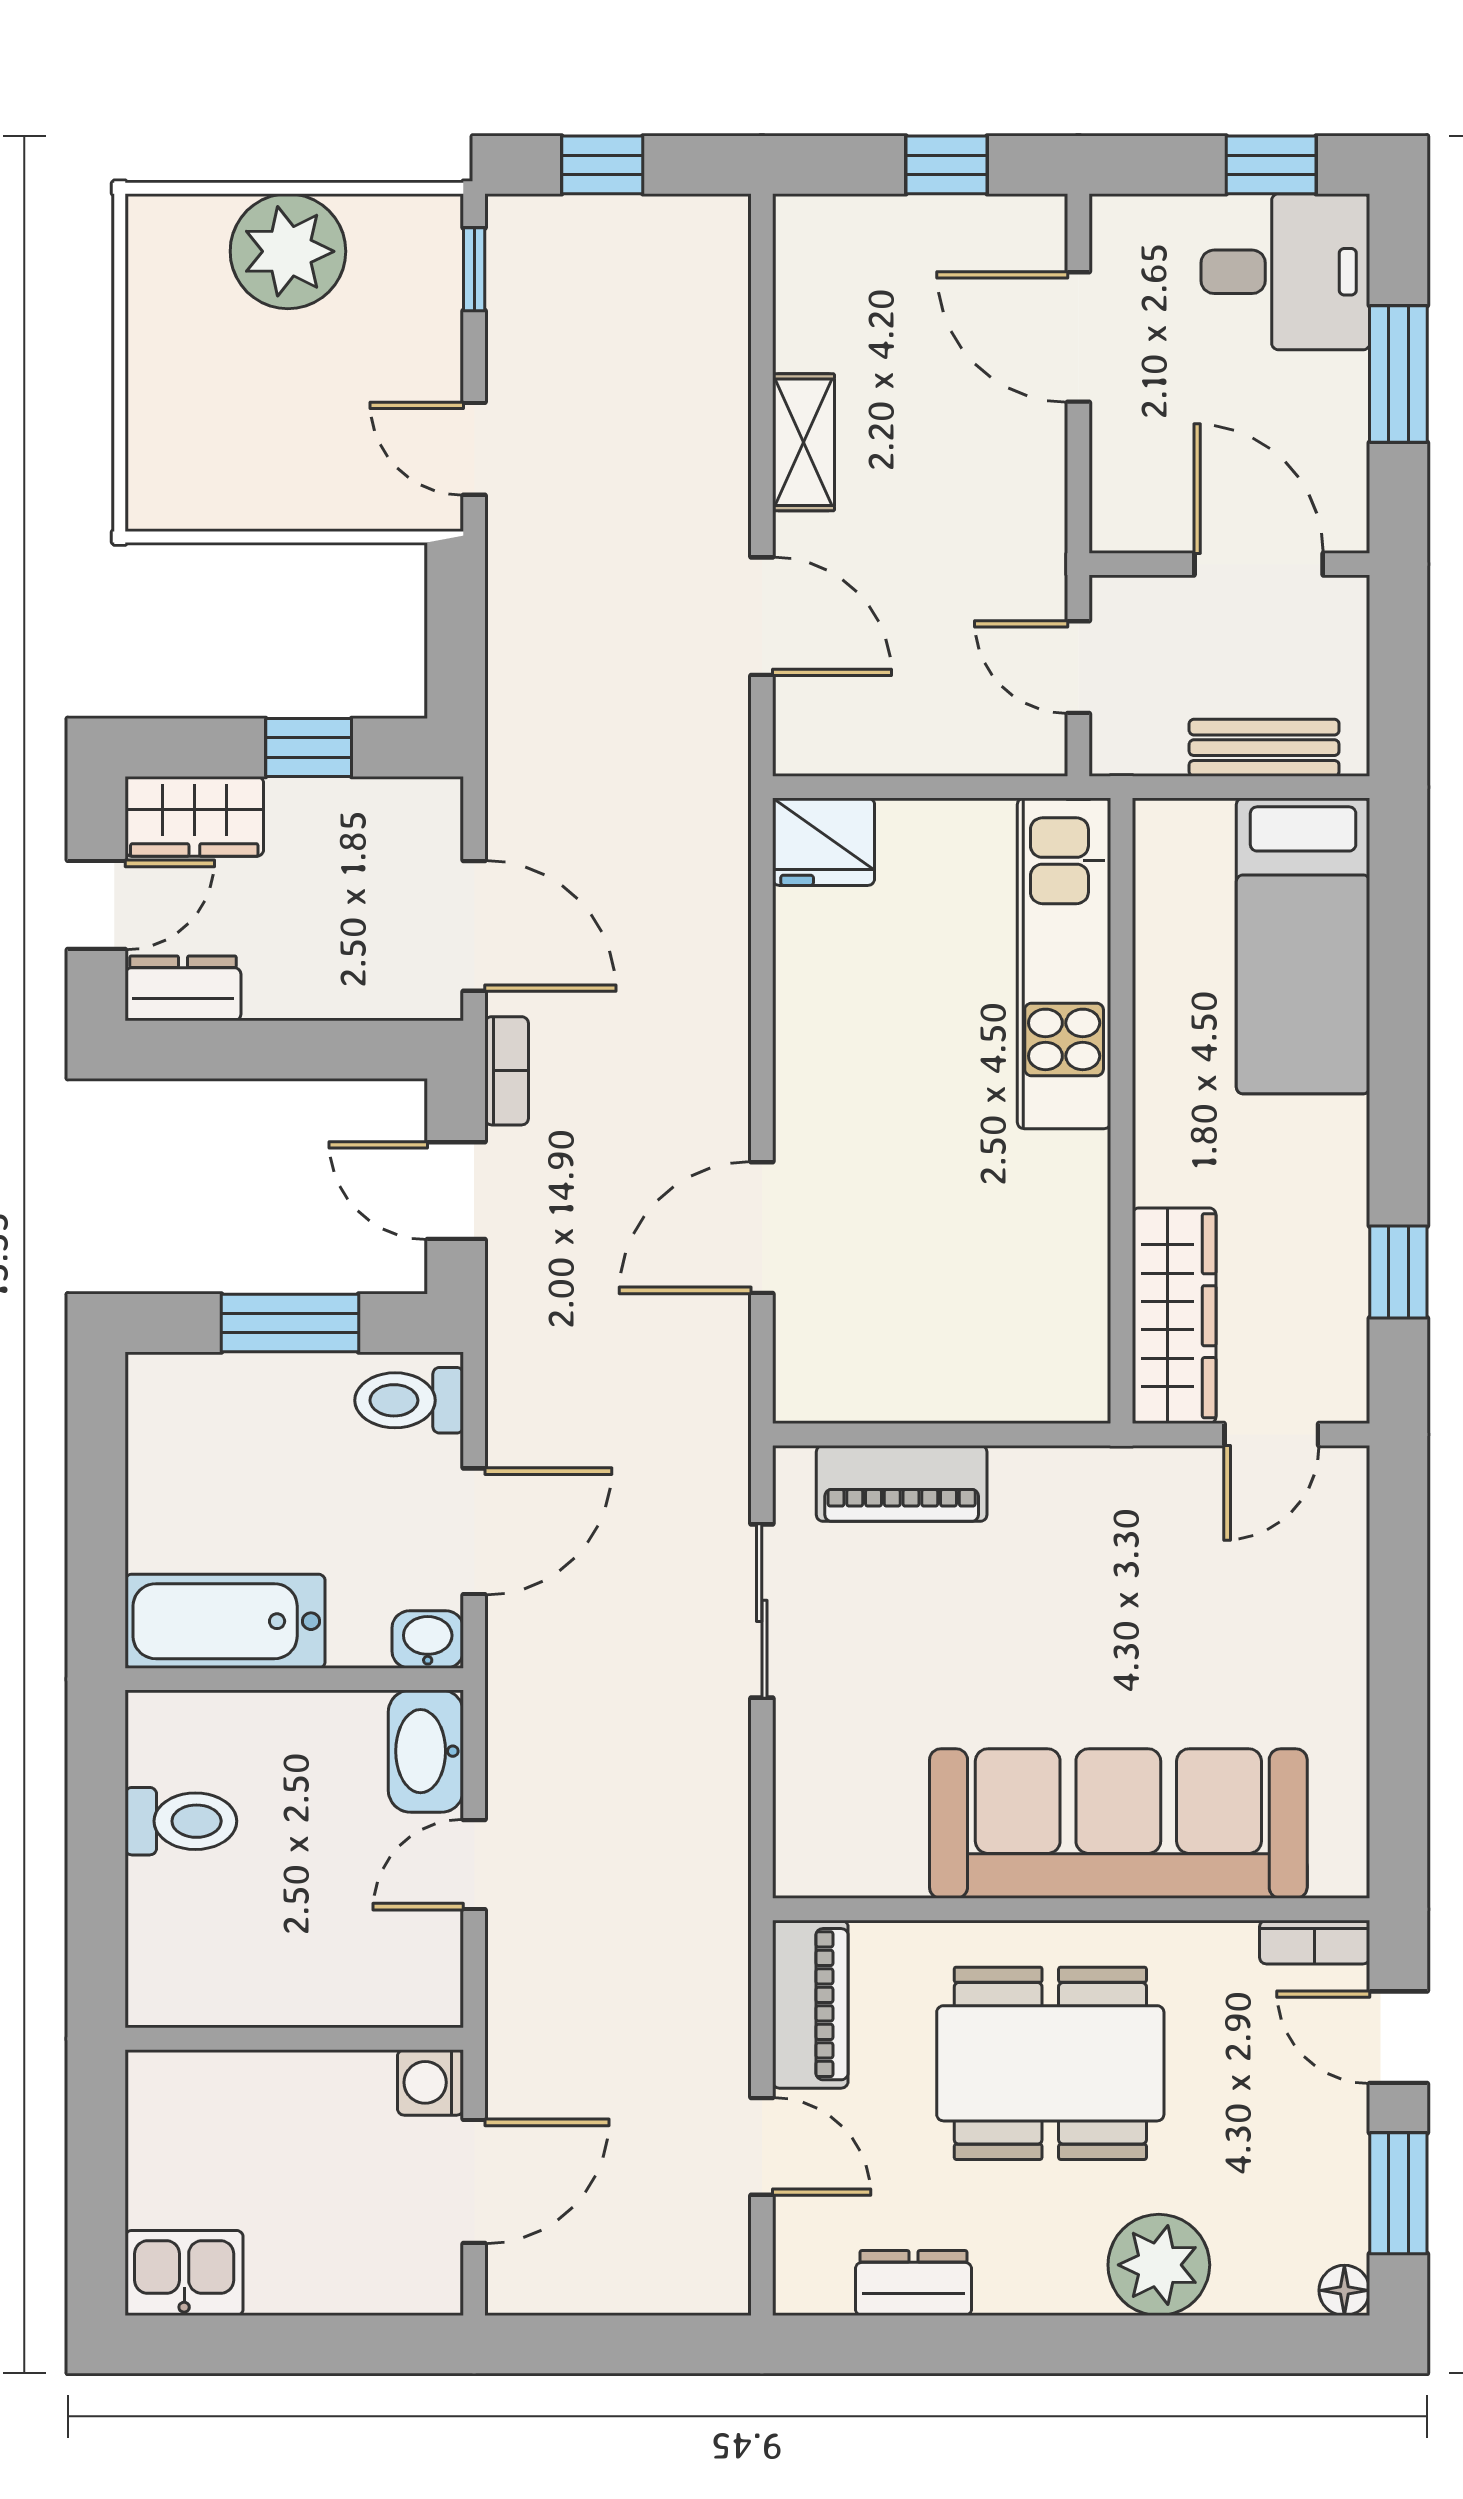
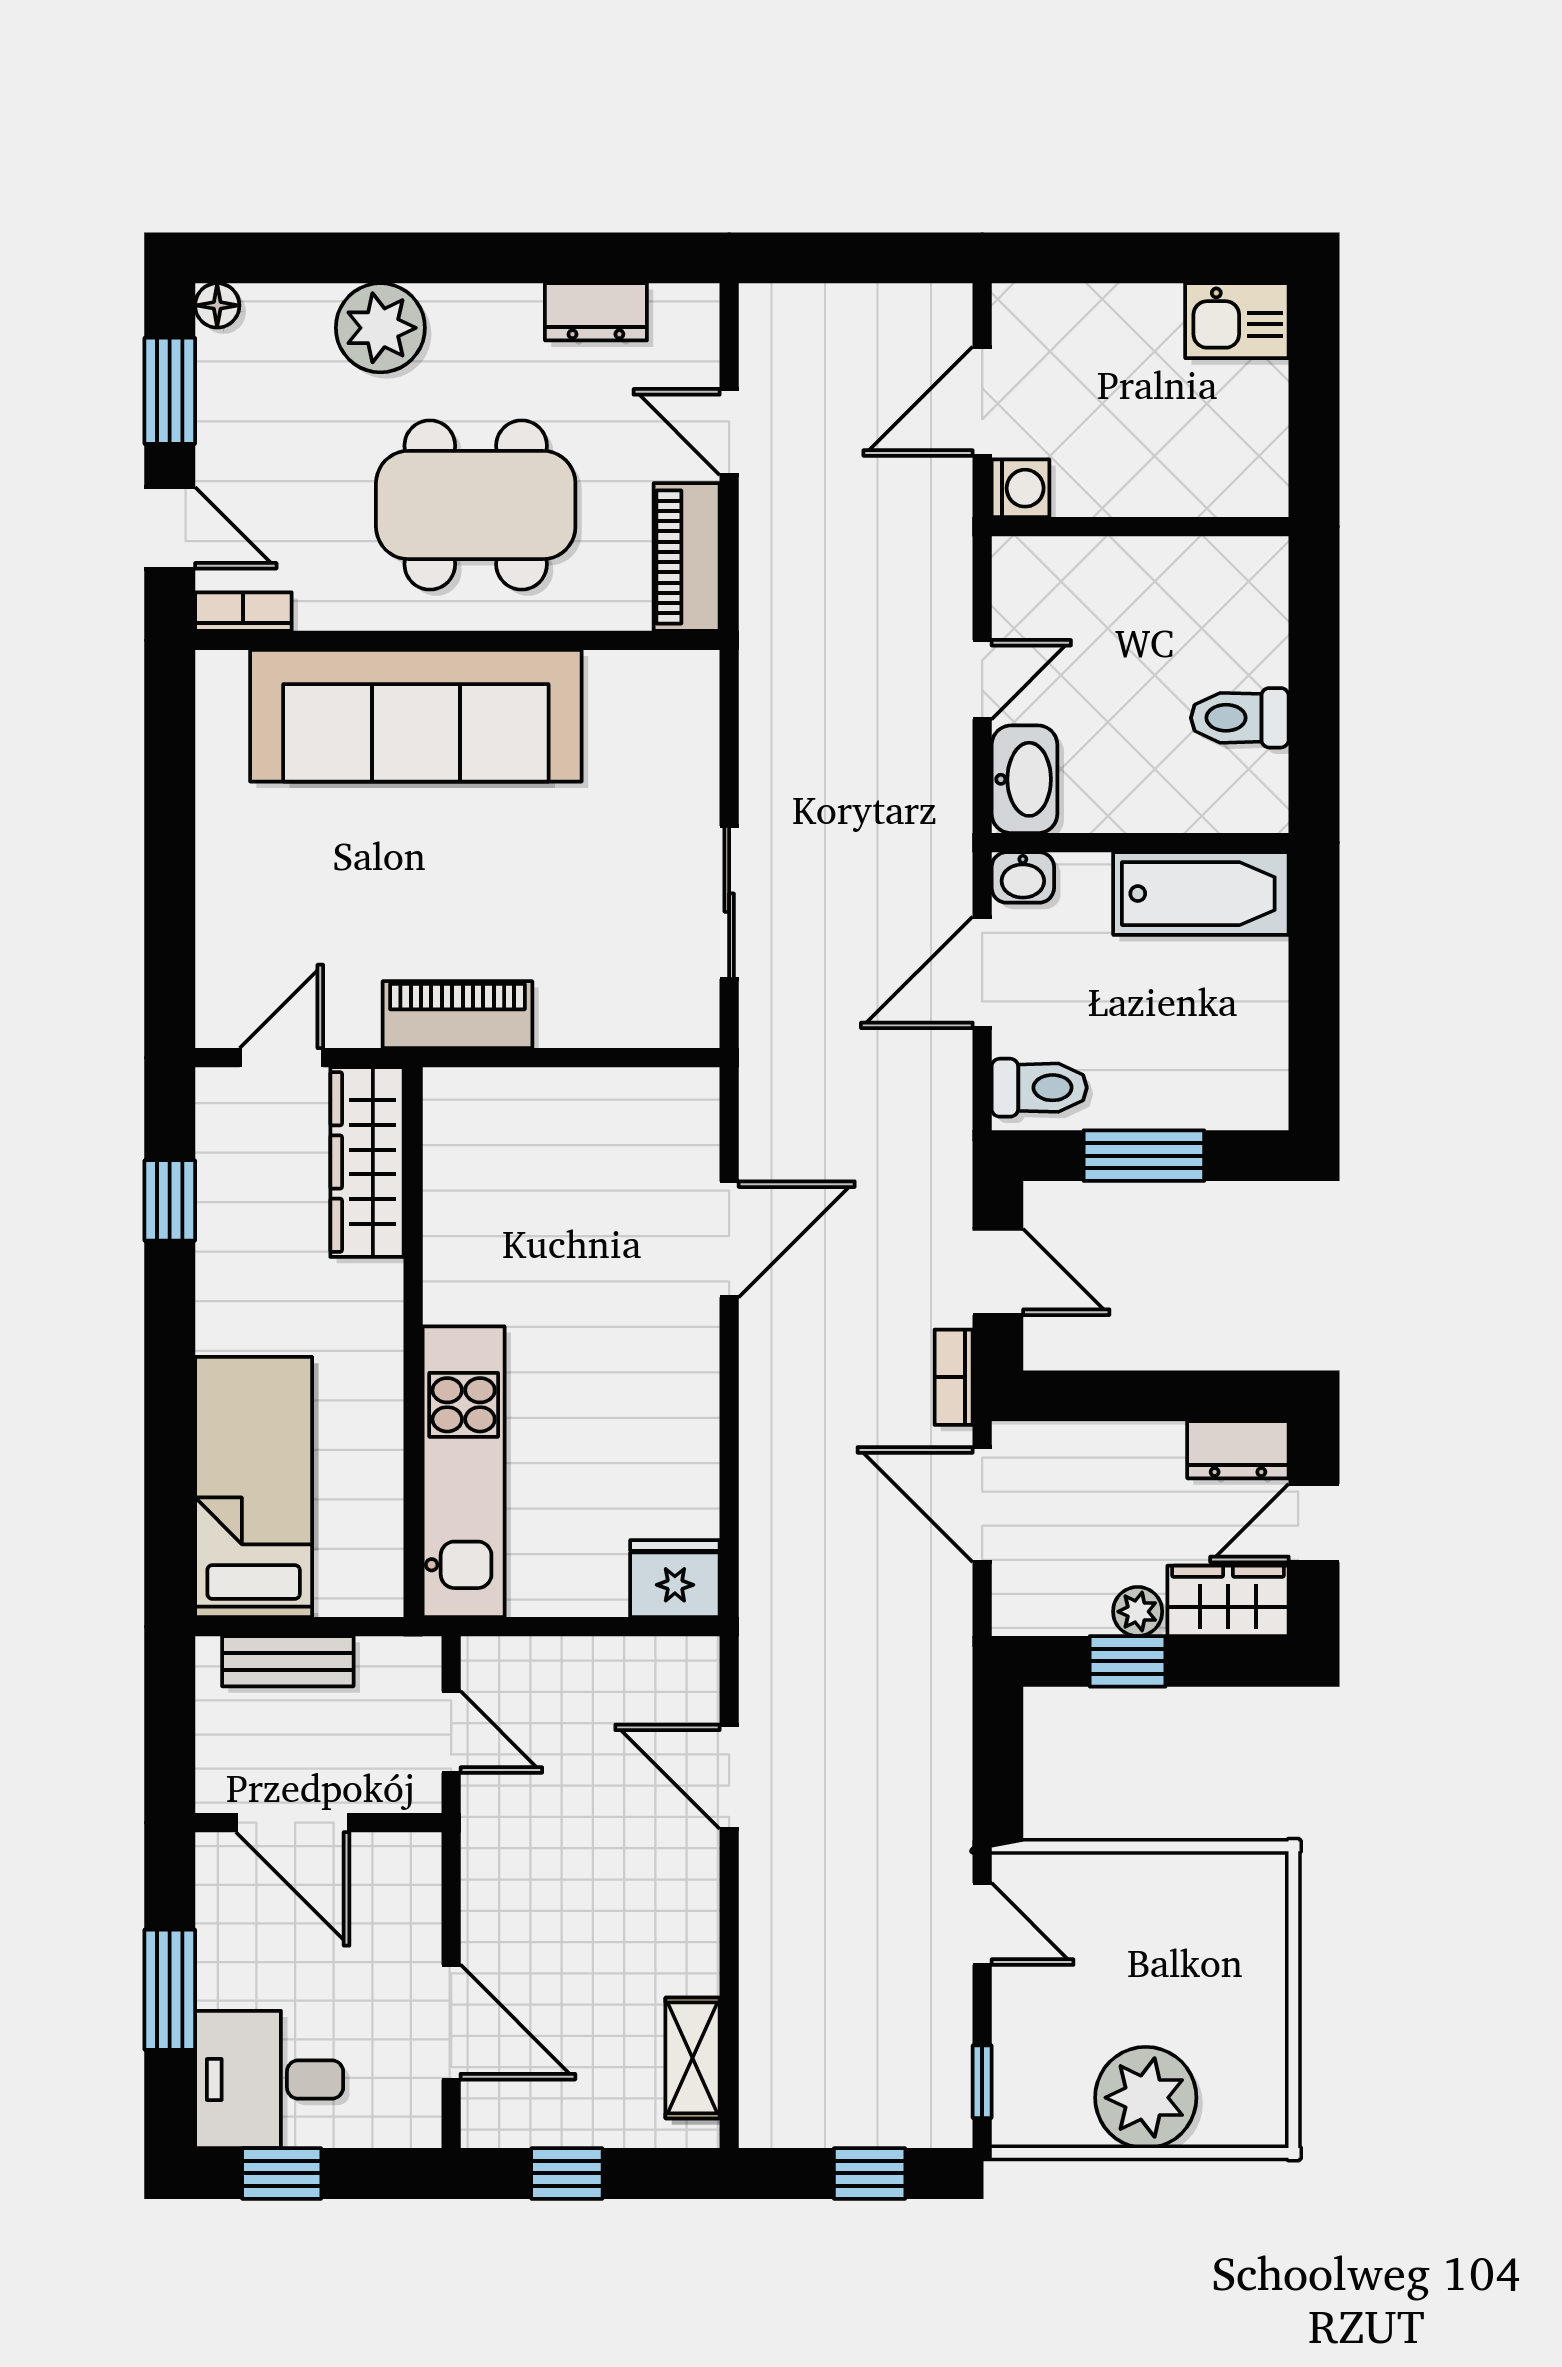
shelving: (804, 442) -> (693, 2058), moved
plant: (297, 804) -> (1138, 1612), added
piano: (902, 1483) -> (457, 1015), moved

